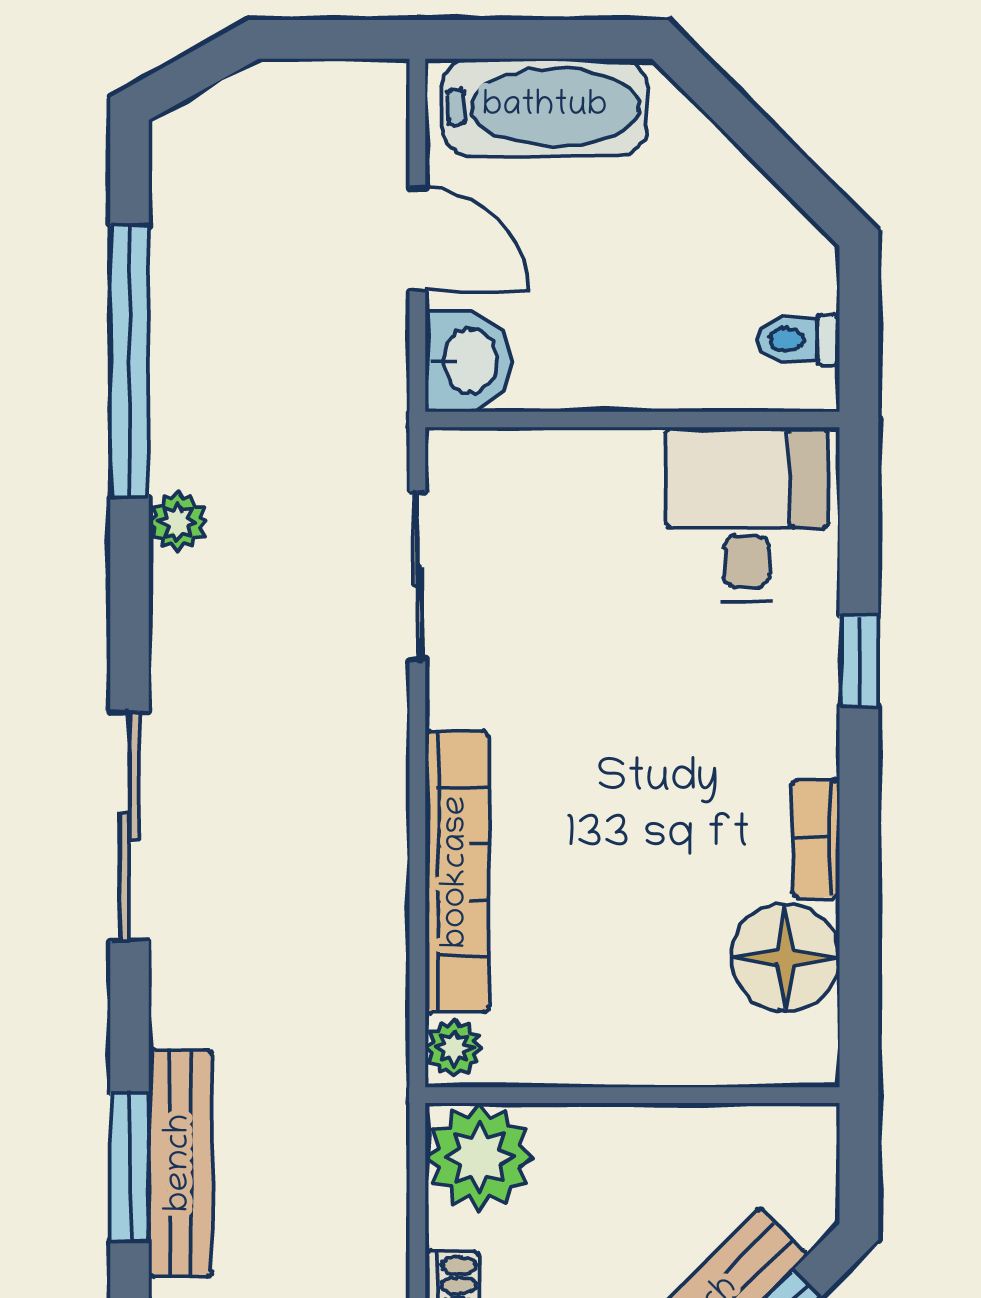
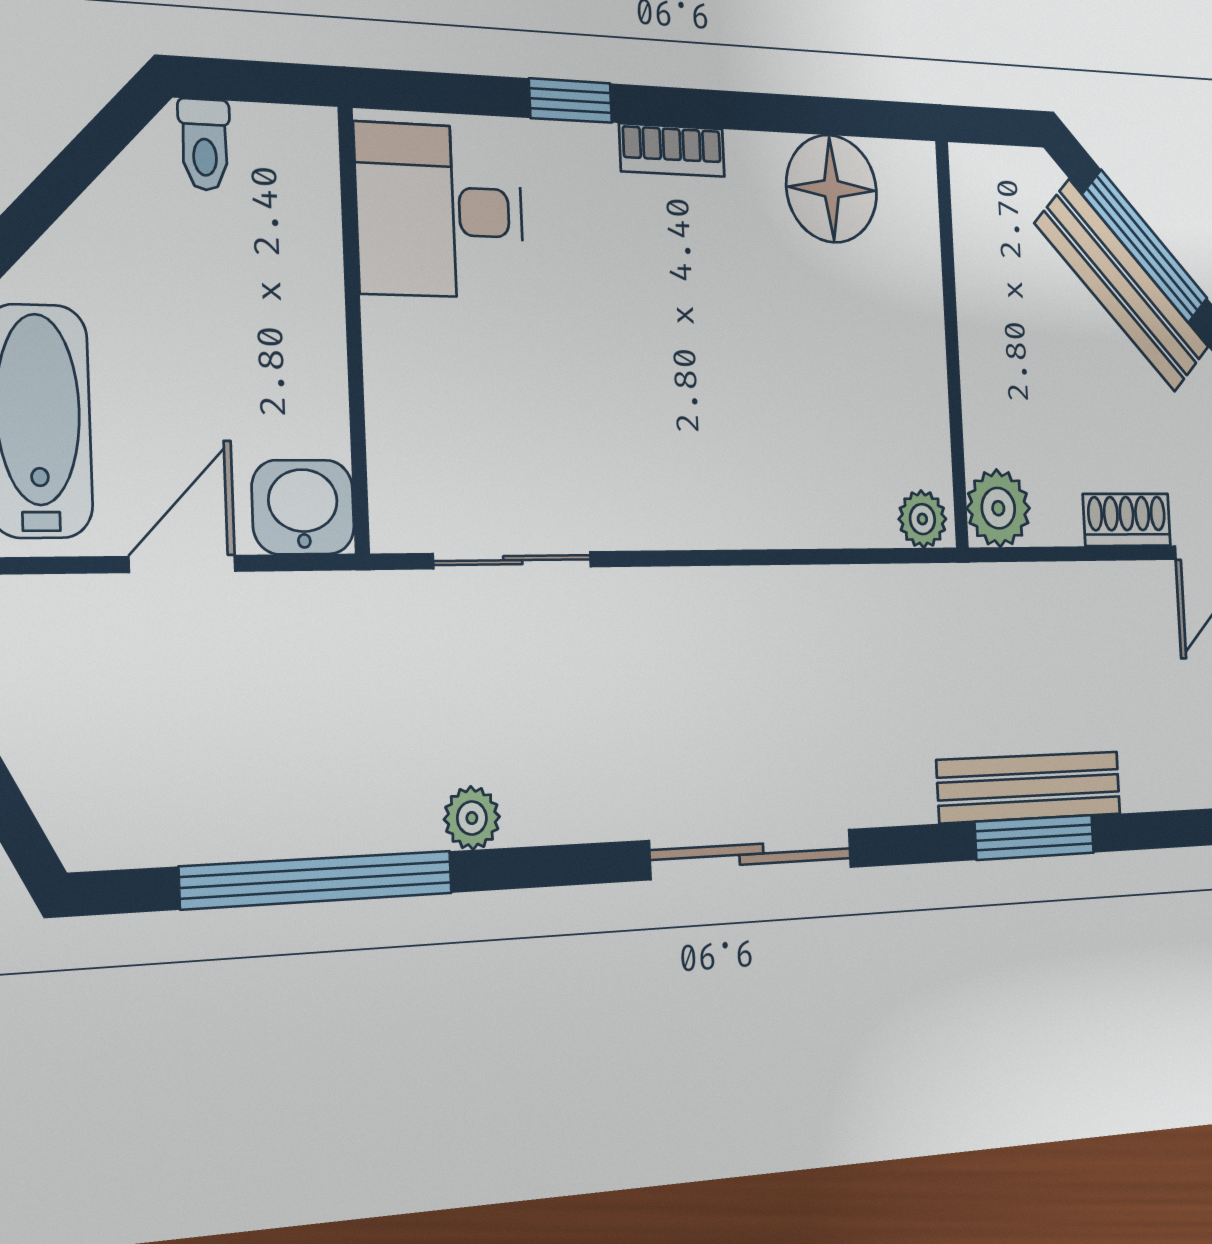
toilet: (798, 340) -> (205, 145), moved
bookcase: (816, 838) -> (672, 150), moved
bookcase: (457, 872) -> (775, 517), removed
plant: (479, 1157) -> (998, 508), width x0.73, depth x0.73

